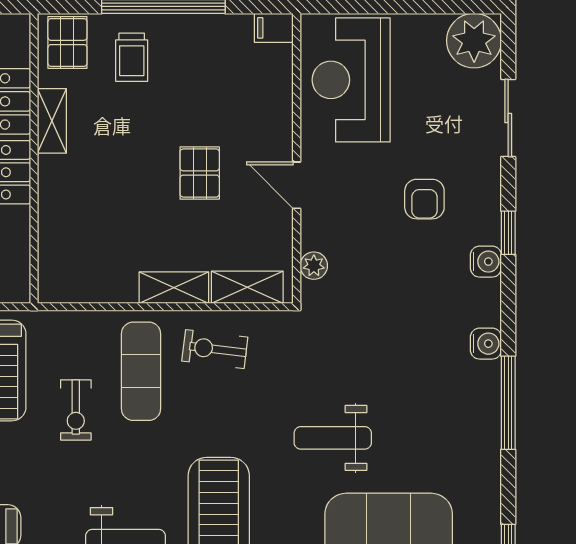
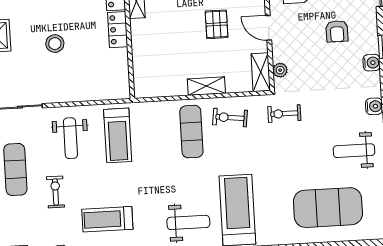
shelving: (247, 287) -> (261, 72), moved, turned 90
exercise bike: (76, 410) -> (284, 114), moved, turned 90
weight bench: (333, 438) -> (354, 151), moved

